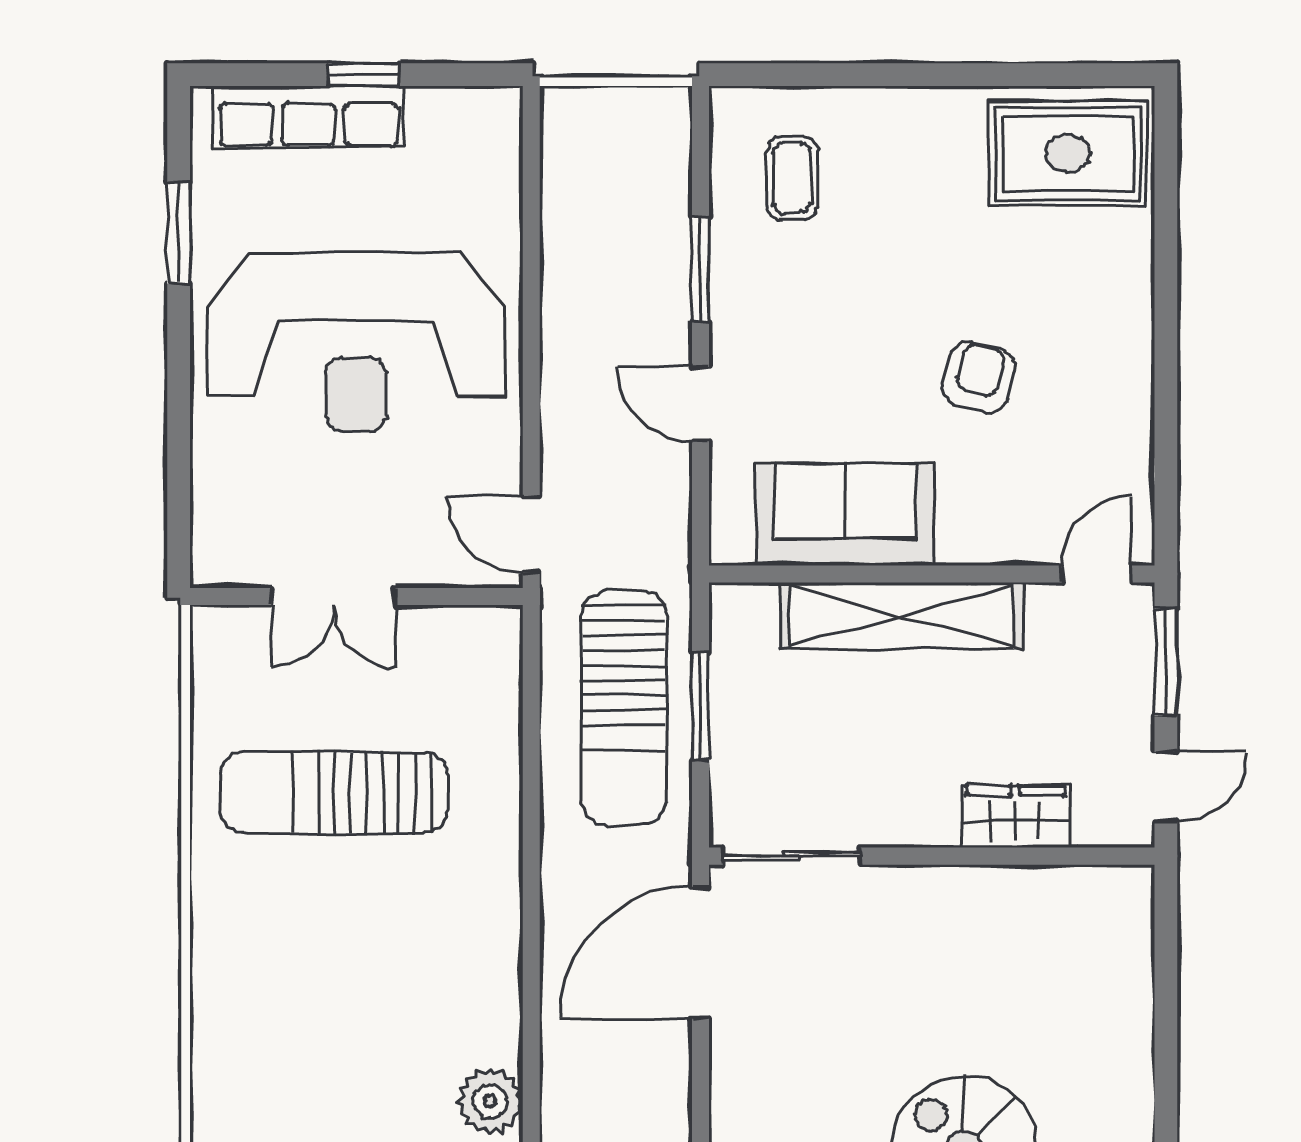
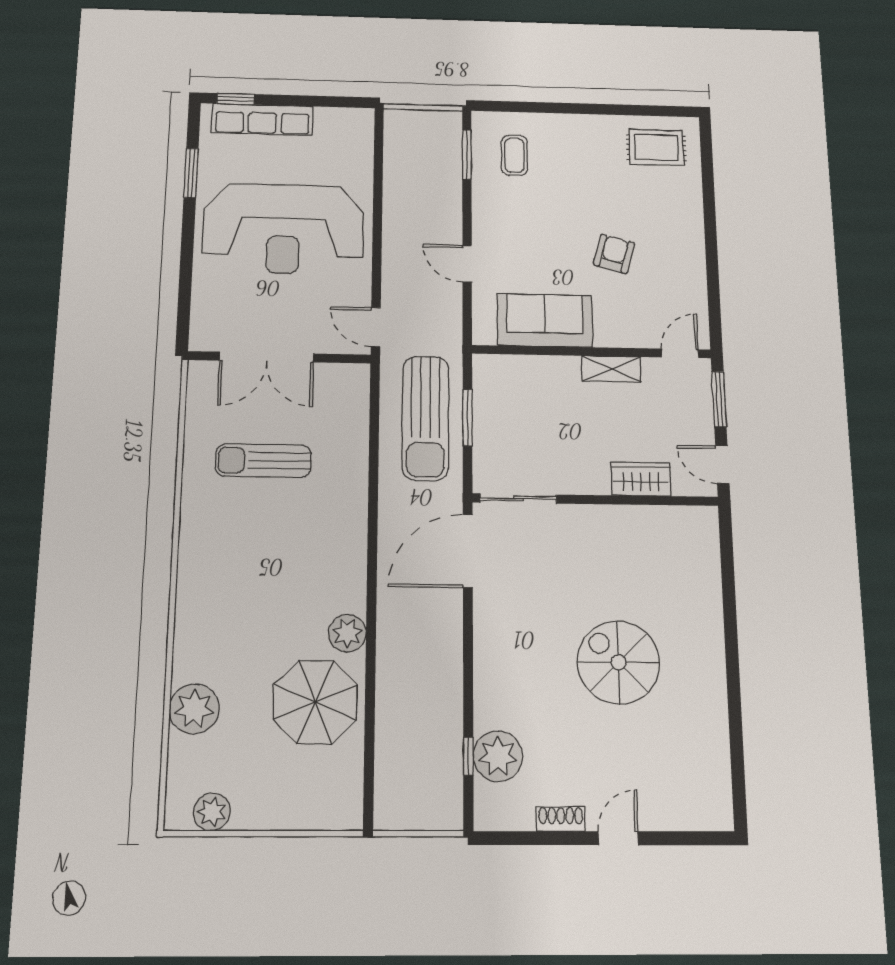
window: (364, 75) -> (236, 99), moved
rug: (1068, 153) -> (656, 147), width x0.73, depth x0.70
window: (700, 269) -> (467, 154), moved
double door: (333, 597) -> (267, 357), width x1.37
shelving: (901, 616) -> (612, 369), width x0.45, depth x0.75
door: (1166, 787) -> (722, 465), swing flipped
sun lounger: (334, 793) -> (263, 461), width x0.73, depth x0.75

